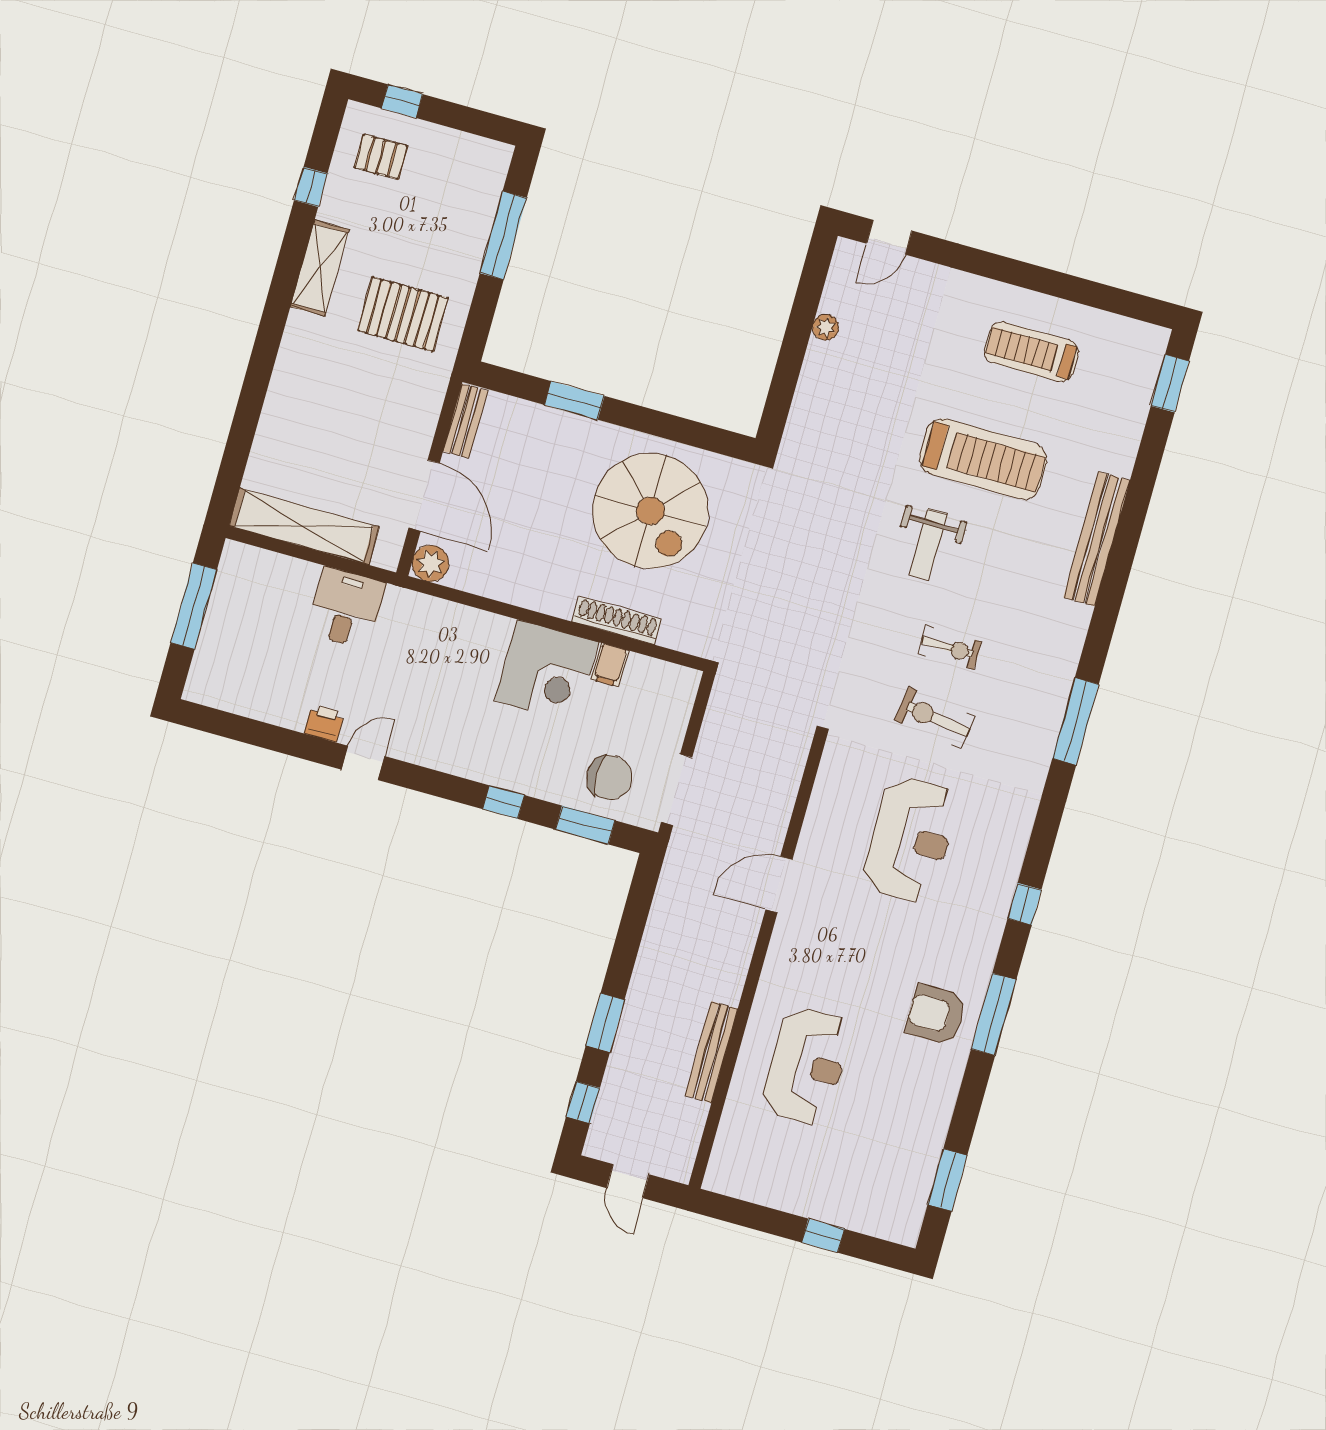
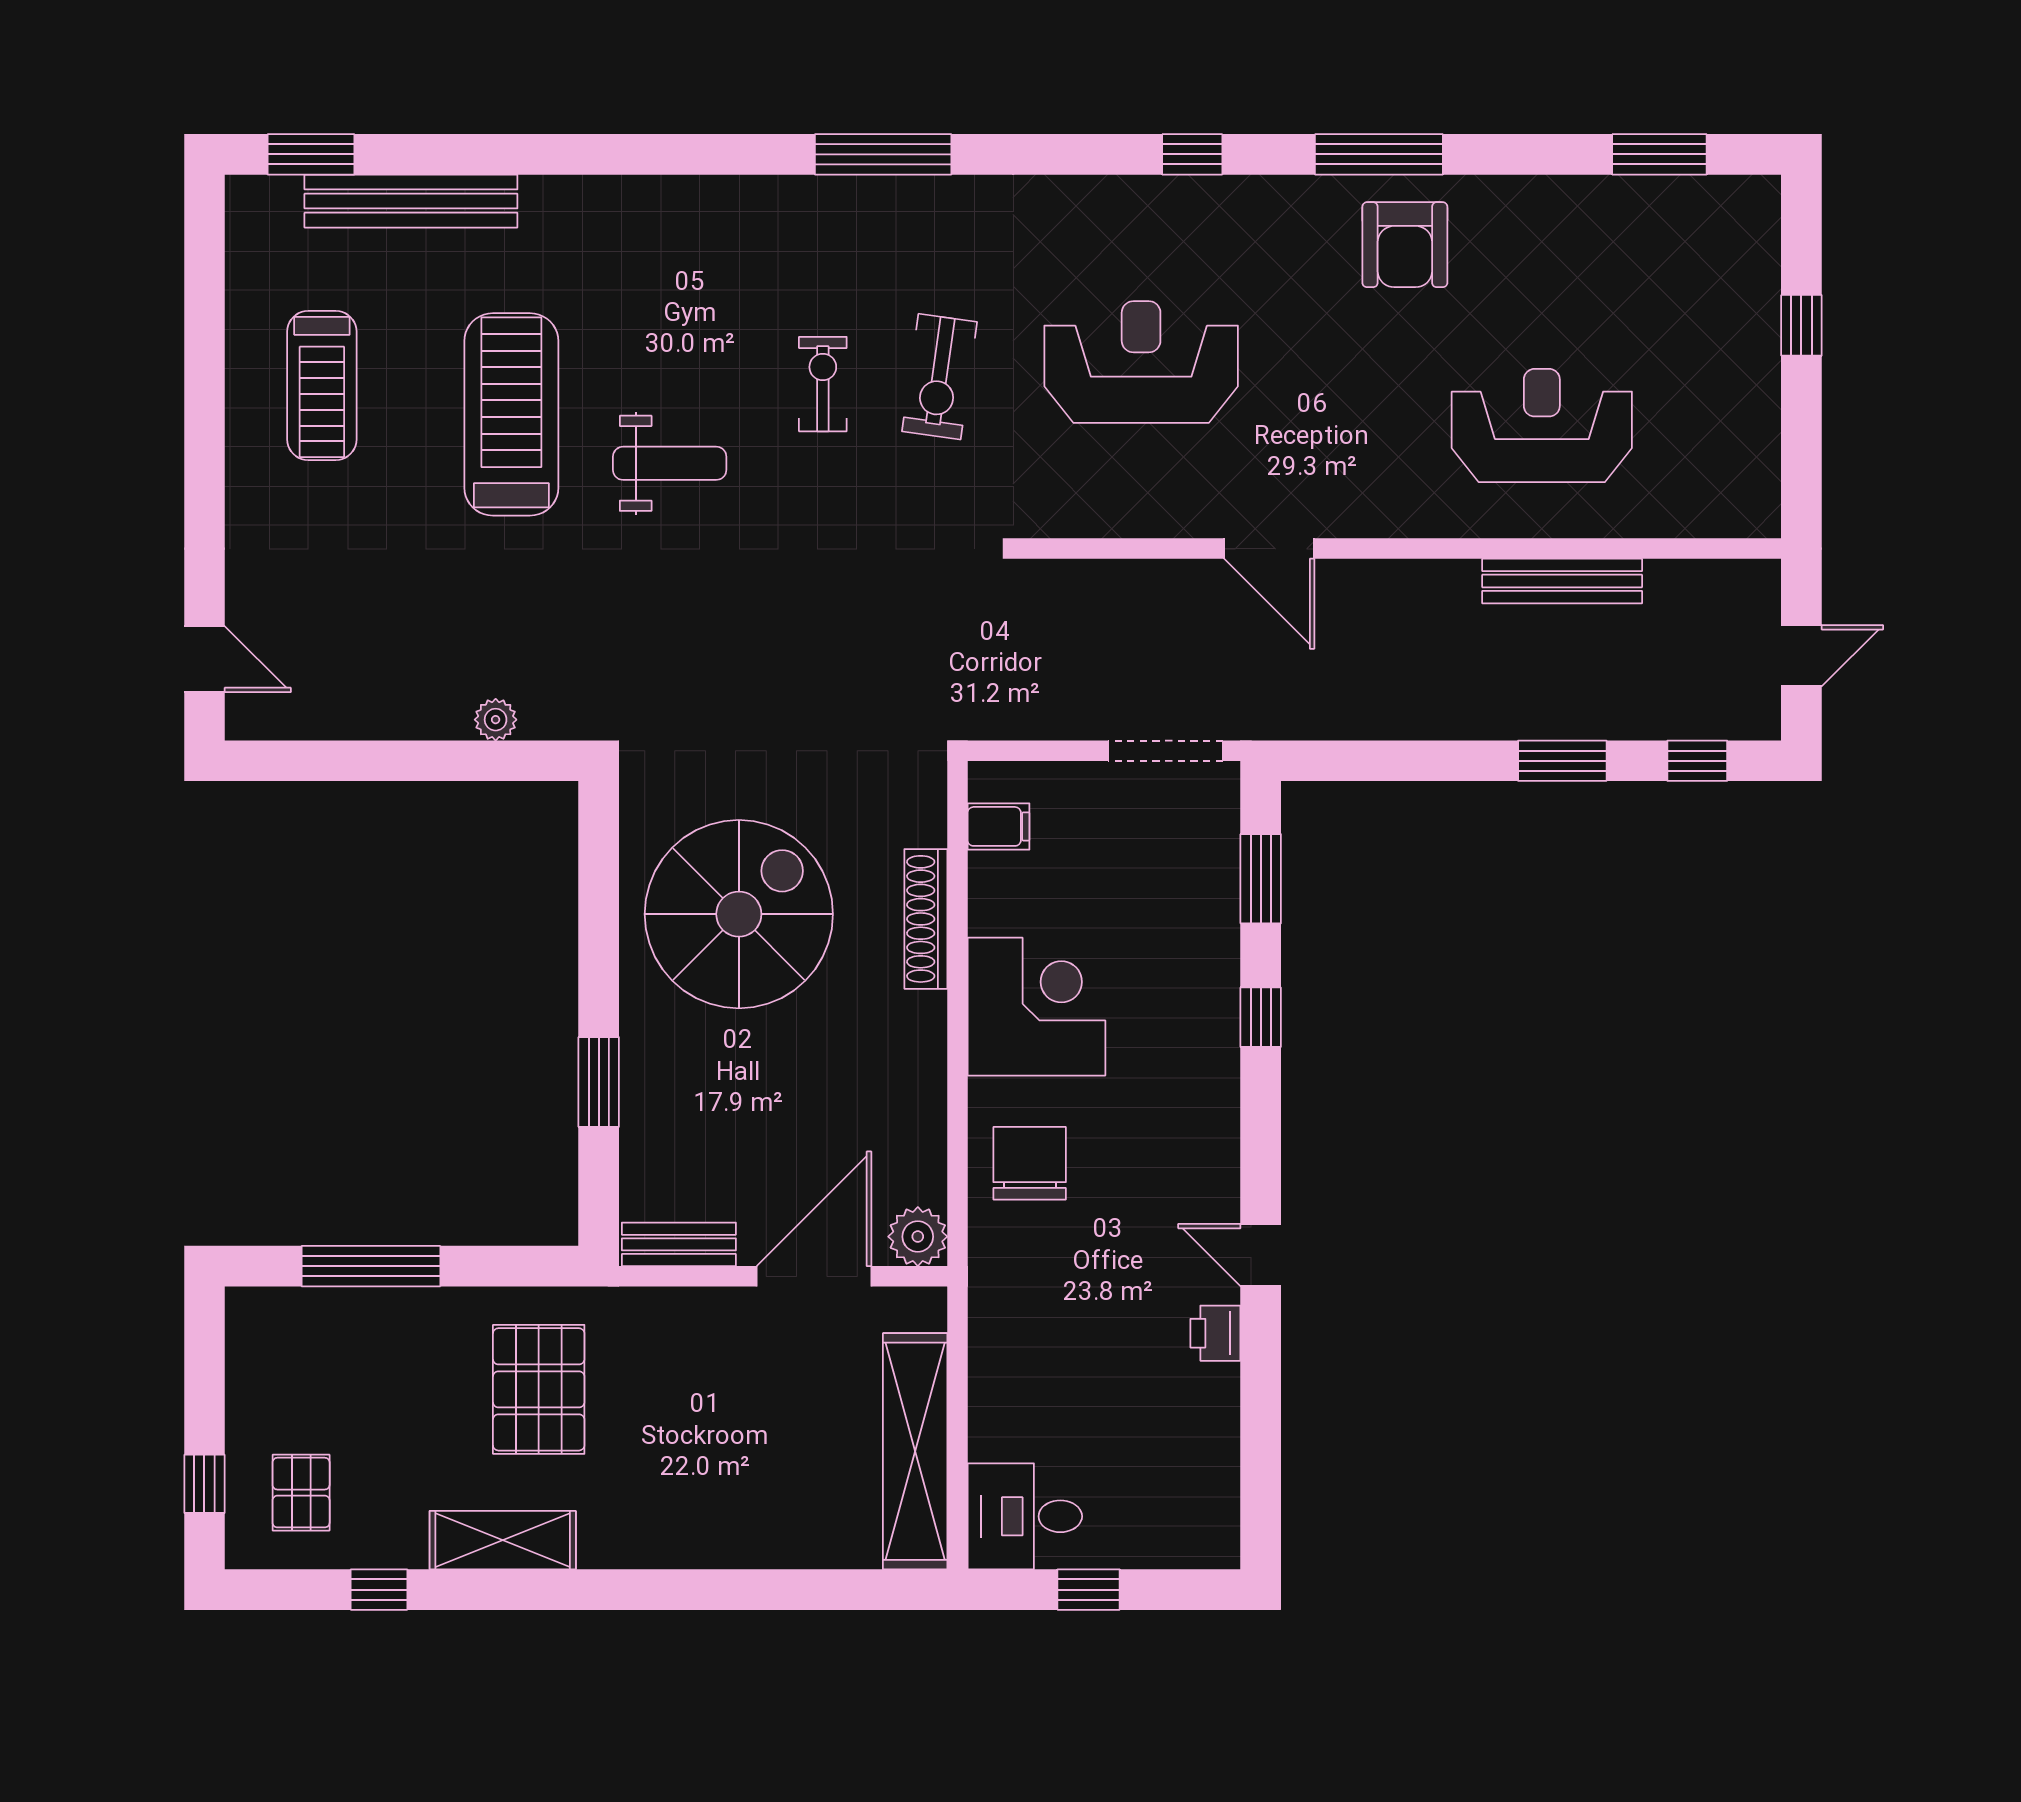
plant: (826, 327) -> (496, 720), moved
bench: (1097, 539) -> (411, 201), moved
window: (194, 606) -> (1089, 1590), width x0.46
desk: (346, 608) -> (1025, 1516), moved
filing cabinet: (610, 665) -> (999, 826), moved
chair: (610, 777) -> (1030, 1163), moved

